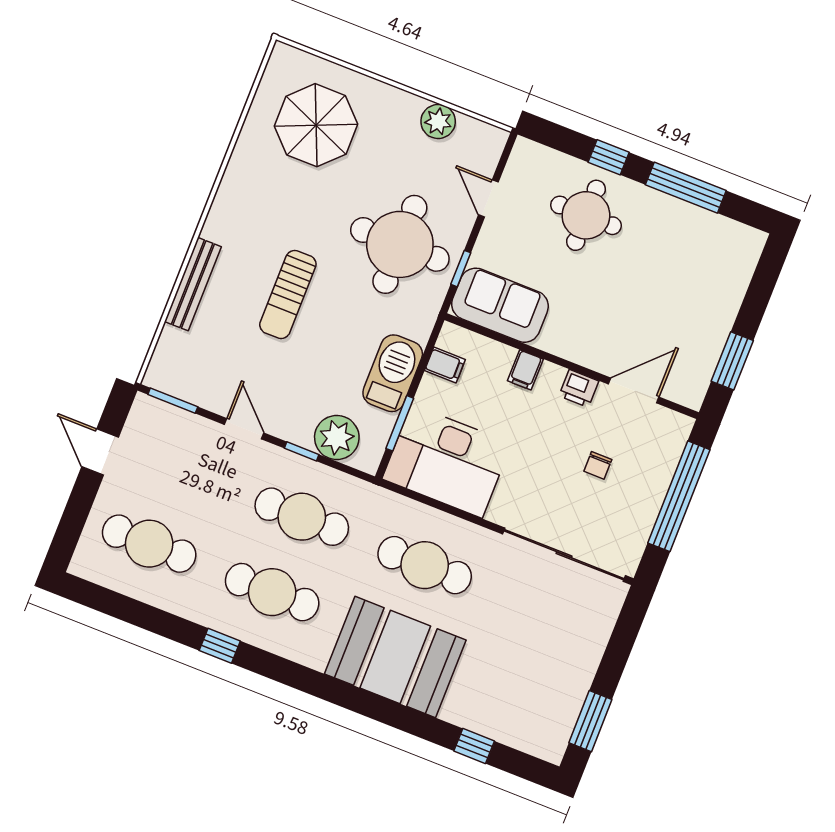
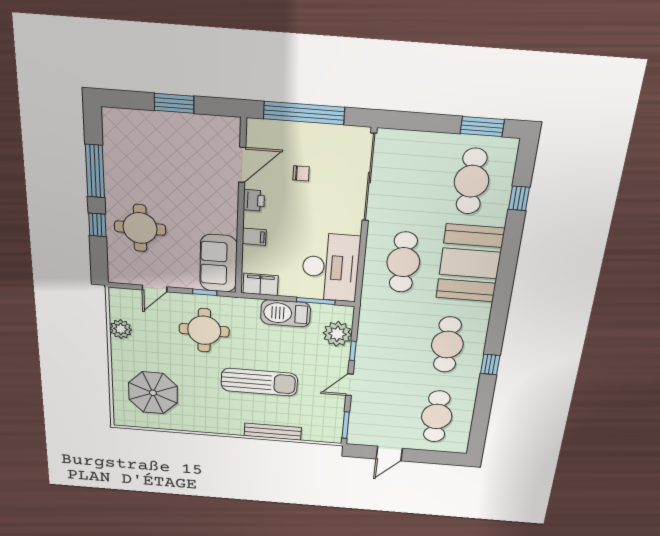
round table: (400, 244) -> (204, 330), width x0.73, depth x0.73
sun lounger: (288, 294) -> (259, 382), width x1.36, depth x1.34
window: (732, 361) -> (174, 103), moved
filing cabinet: (445, 365) -> (261, 284), width x2.00
door: (634, 391) -> (242, 165), swing flipped
cafe table: (302, 517) -> (472, 181), moved

